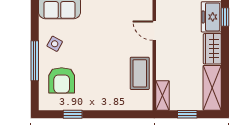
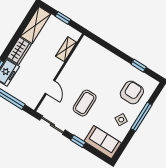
coffee table: (140, 73) -> (85, 103), moved
shelving: (162, 96) -> (66, 49), moved

